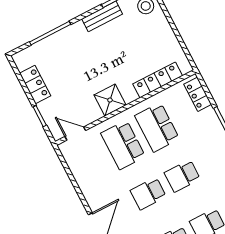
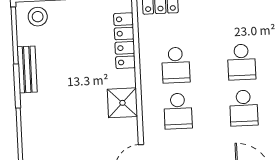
school desk: (157, 127) -> (176, 65), width x0.54
school desk: (123, 145) -> (178, 111), width x0.54

